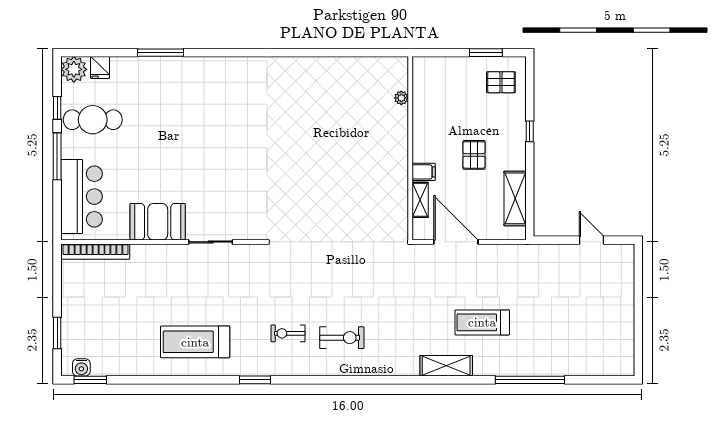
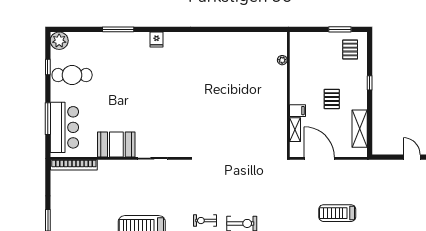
fridge: (100, 67) -> (157, 39), moved
pallet: (501, 82) -> (350, 50), turned 90
window: (57, 156) -> (48, 119), moved

